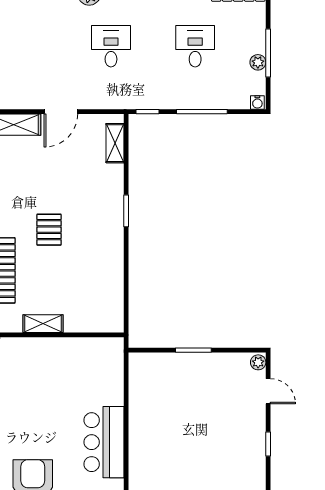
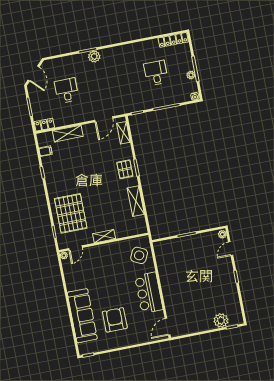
desk: (111, 46) -> (67, 91), moved
door: (61, 112) -> (104, 119), moved
pallet: (49, 230) -> (125, 169), moved
shelving: (113, 271) -> (136, 201), added
side table: (100, 371) -> (139, 255), added
door: (268, 391) -> (231, 249), swing flipped

